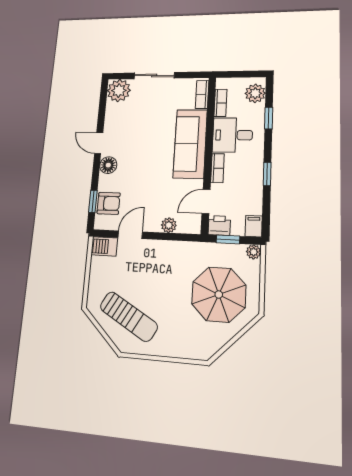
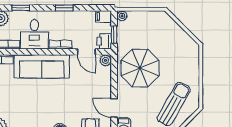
plant: (169, 225) -> (105, 60), moved
parasol: (219, 295) -> (140, 68), moved

